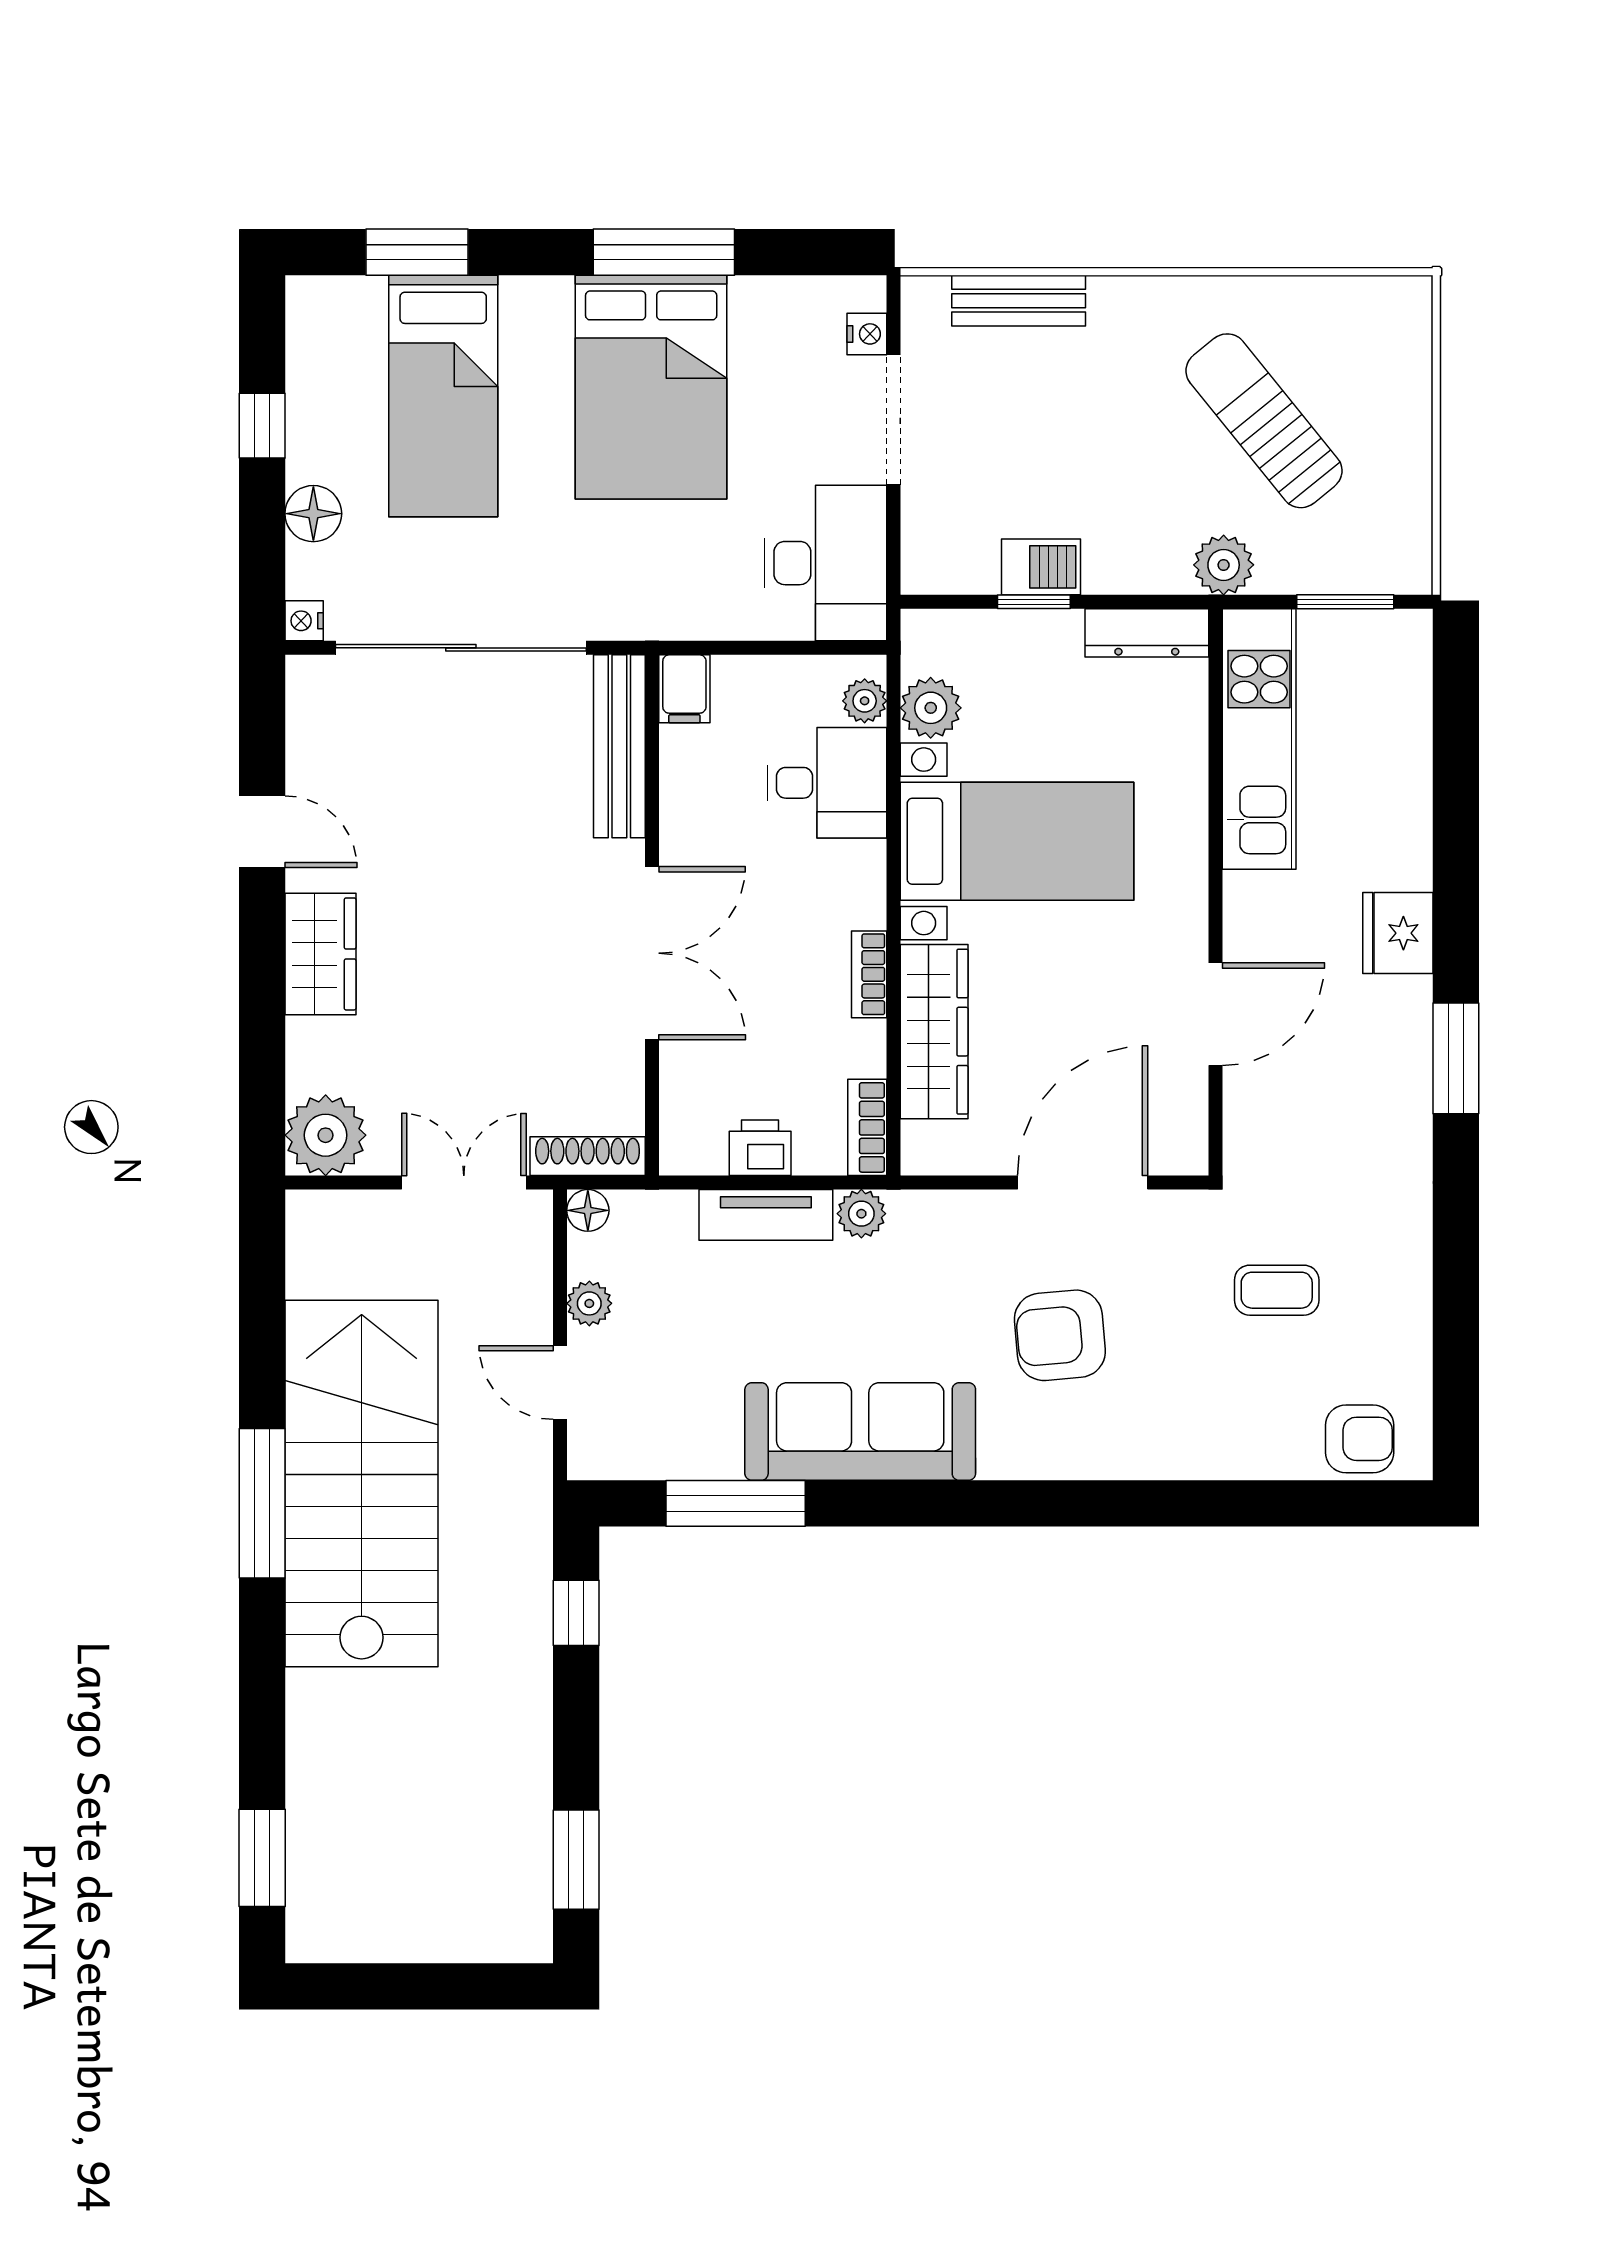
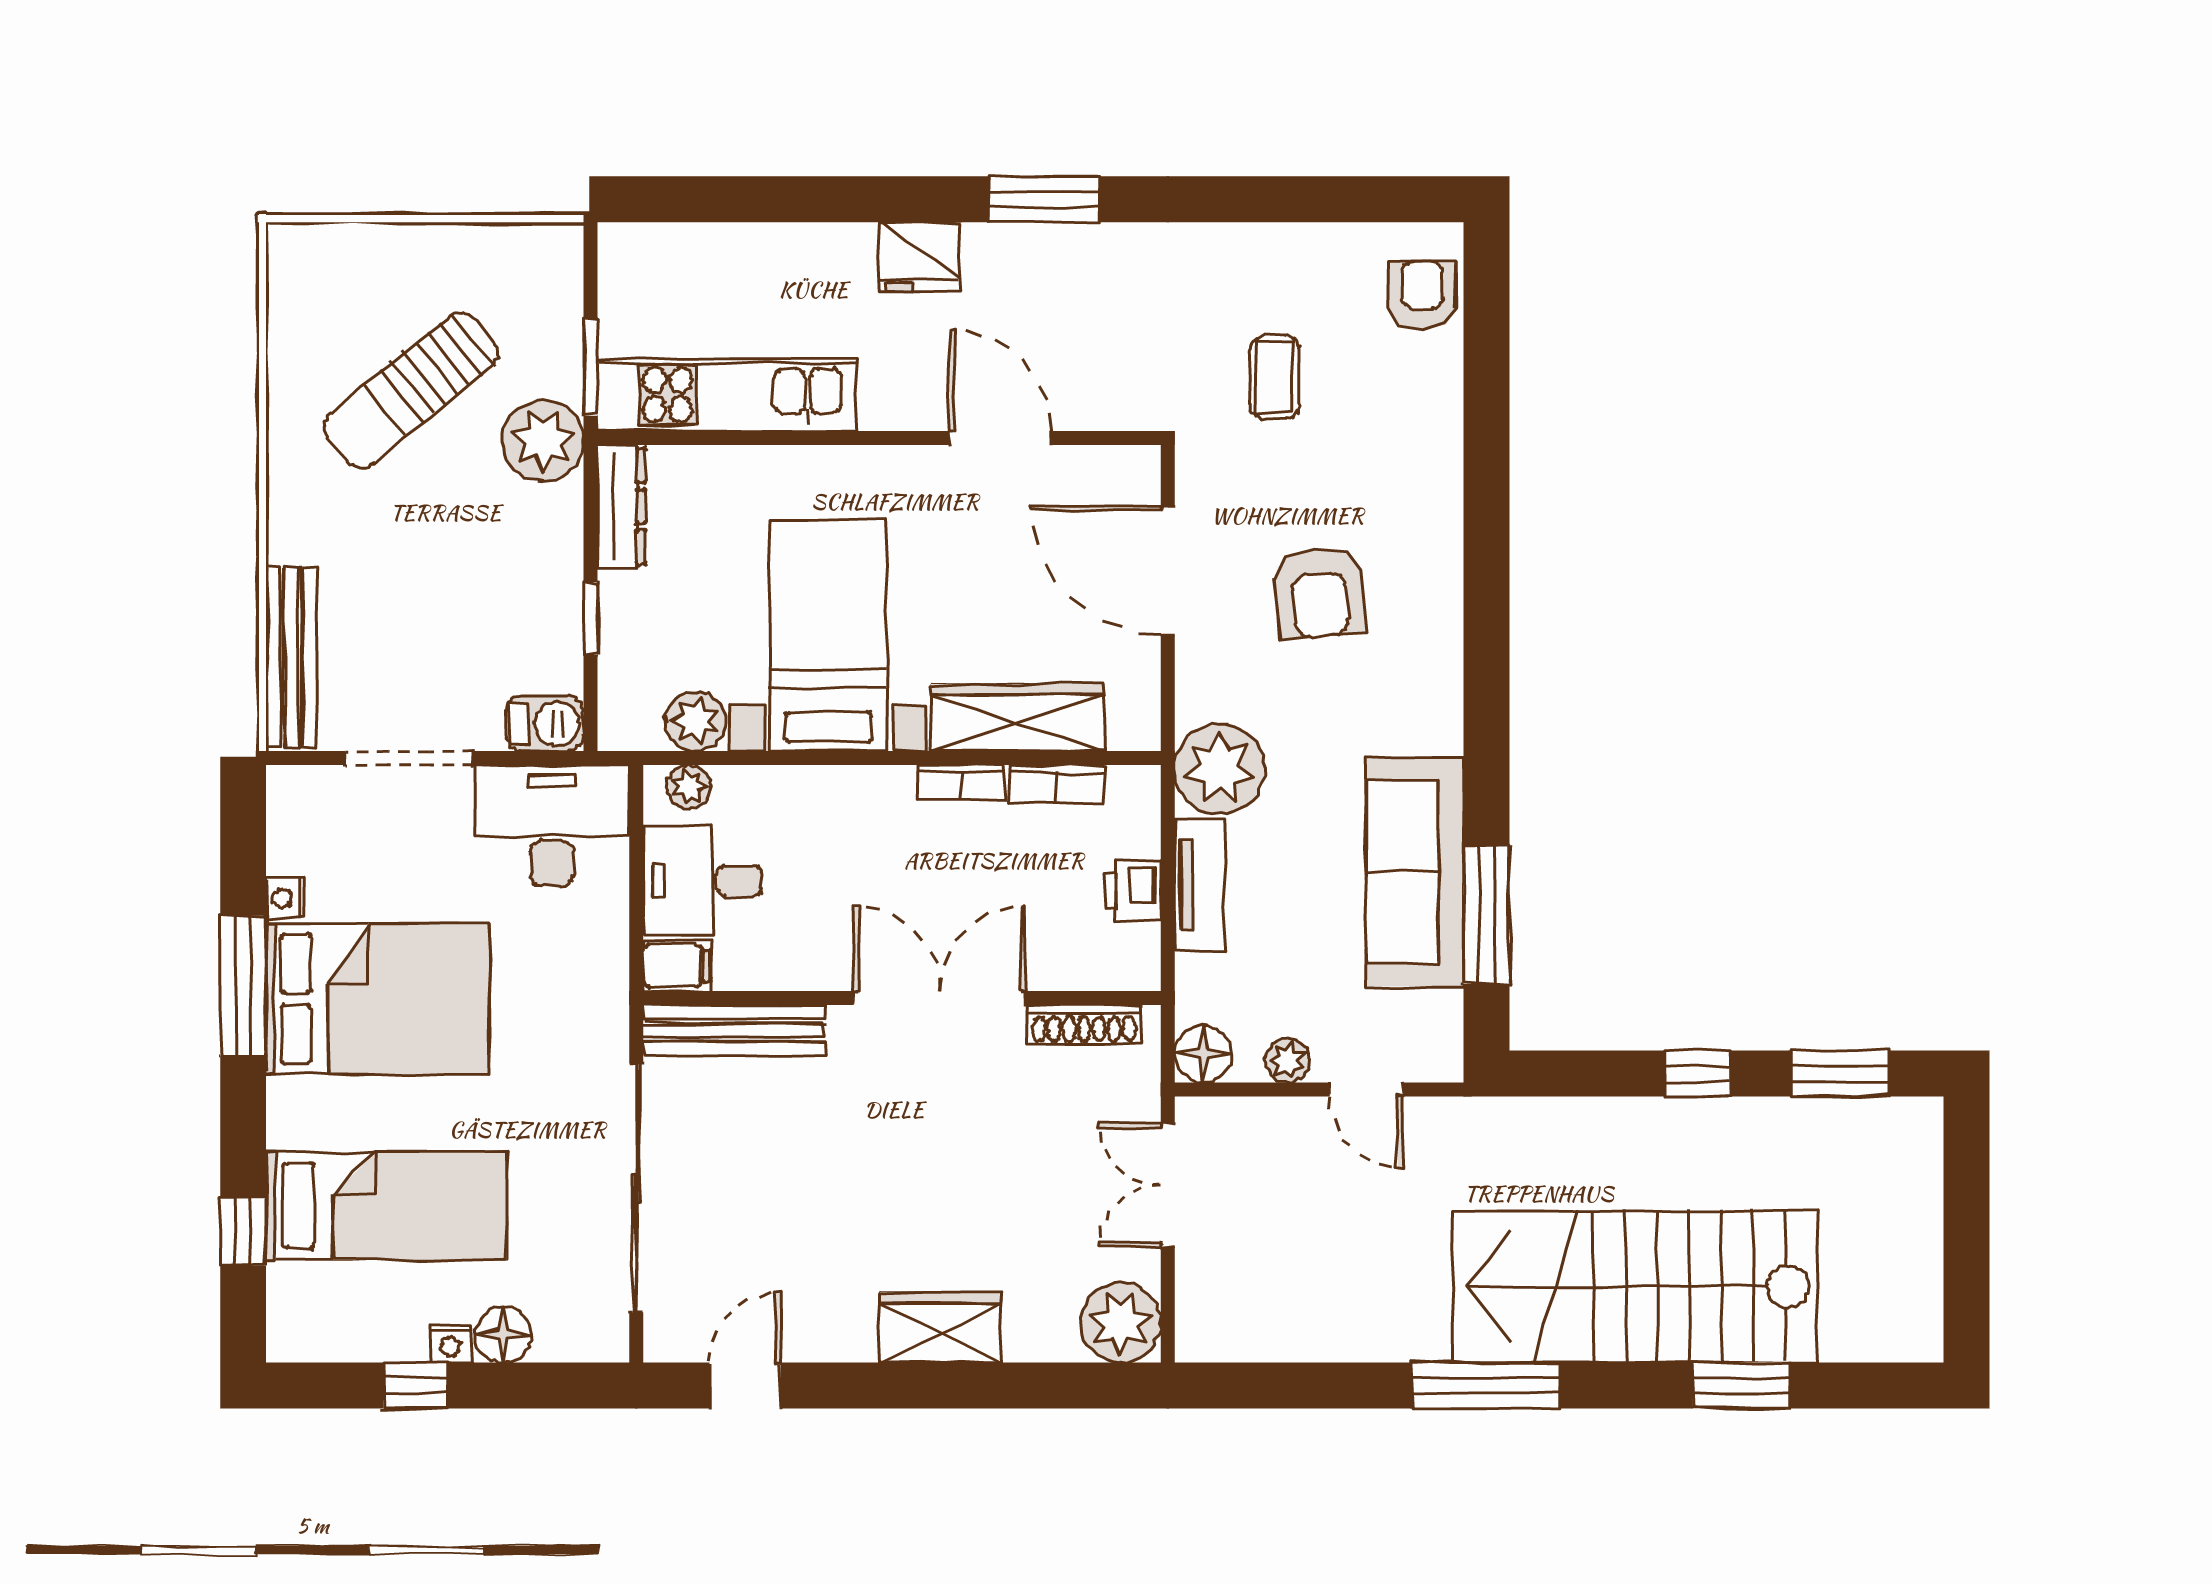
window: (417, 252) -> (243, 1231), width x0.67
bench: (1019, 301) -> (291, 658), width x1.36
nightstand: (867, 334) -> (286, 898), moved, turned -90
plant: (1224, 565) -> (543, 441), width x1.36, depth x1.36
barbecue: (1041, 567) -> (545, 723), moved, turned 90
window: (1345, 602) -> (591, 367), moved
nightstand: (304, 621) -> (450, 1344), moved
desk: (827, 783) -> (702, 881), moved, turned -90
door: (262, 832) -> (745, 1385), moved
bookcase: (867, 1127) -> (1056, 784), moved
shoe rack: (588, 1156) -> (1084, 1024), moved, turned -90
floor lamp: (588, 1210) -> (1203, 1054), width x1.37, depth x1.37
plant: (861, 1214) -> (1220, 769), width x1.88, depth x1.88
door: (560, 1383) -> (1366, 1089), hinge flipped
sofa: (860, 1431) -> (1415, 872), moved
stairs: (362, 1483) -> (1635, 1287), moved
window: (576, 1613) -> (1697, 1073), moved
window: (262, 1858) -> (1741, 1385), moved

